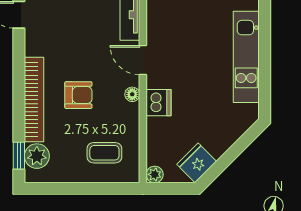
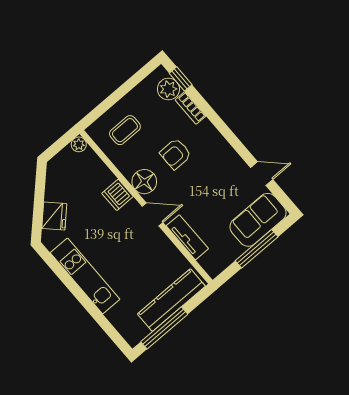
floor lamp: (132, 94) -> (144, 182), width x1.89, depth x1.89
bookcase: (34, 99) -> (190, 108), width x0.43, depth x0.76
fridge: (197, 163) -> (54, 216), moved

